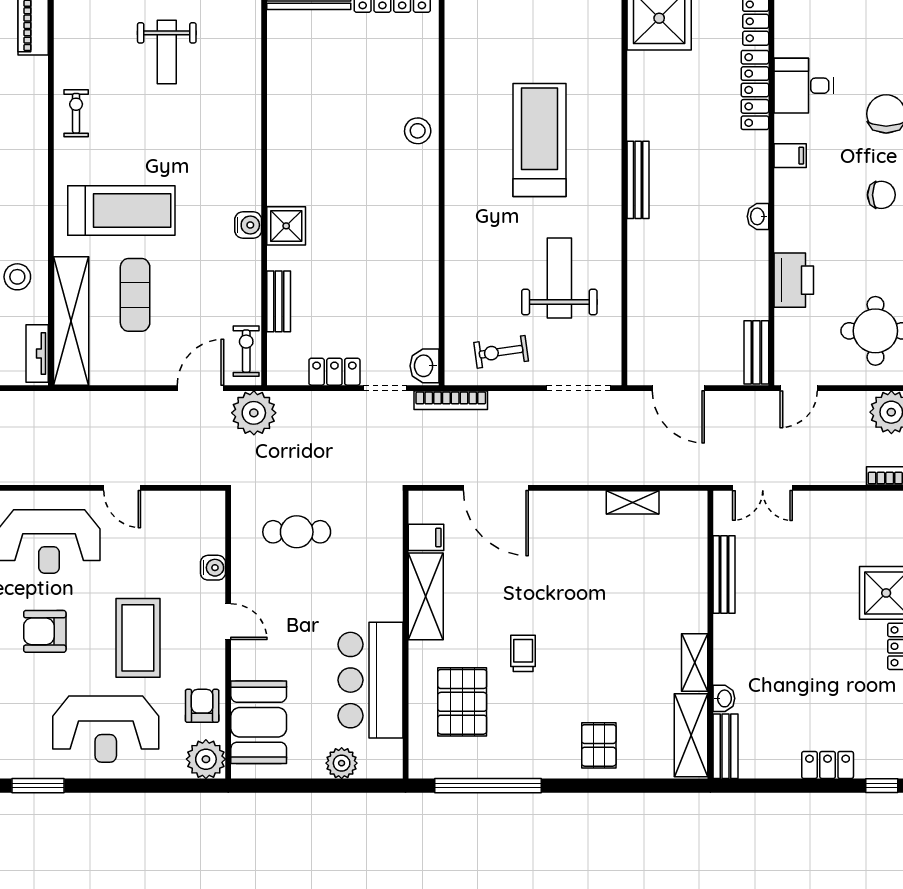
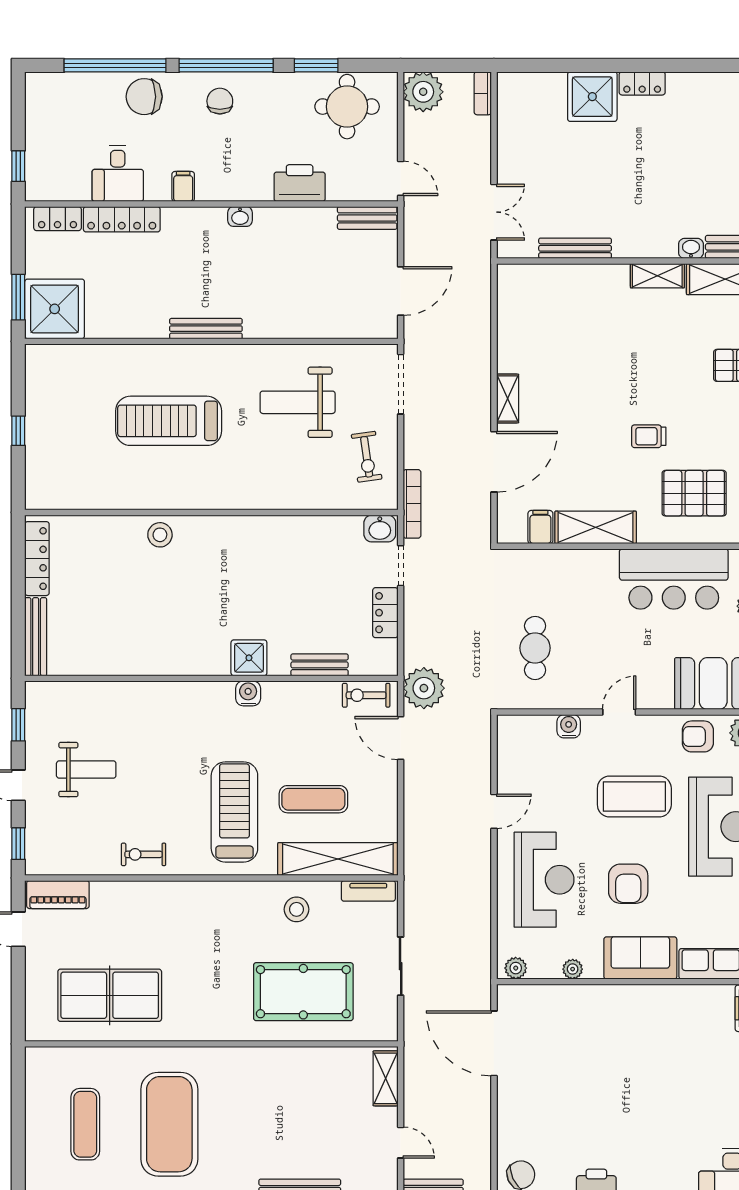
shelving: (633, 502) -> (508, 399), moved

